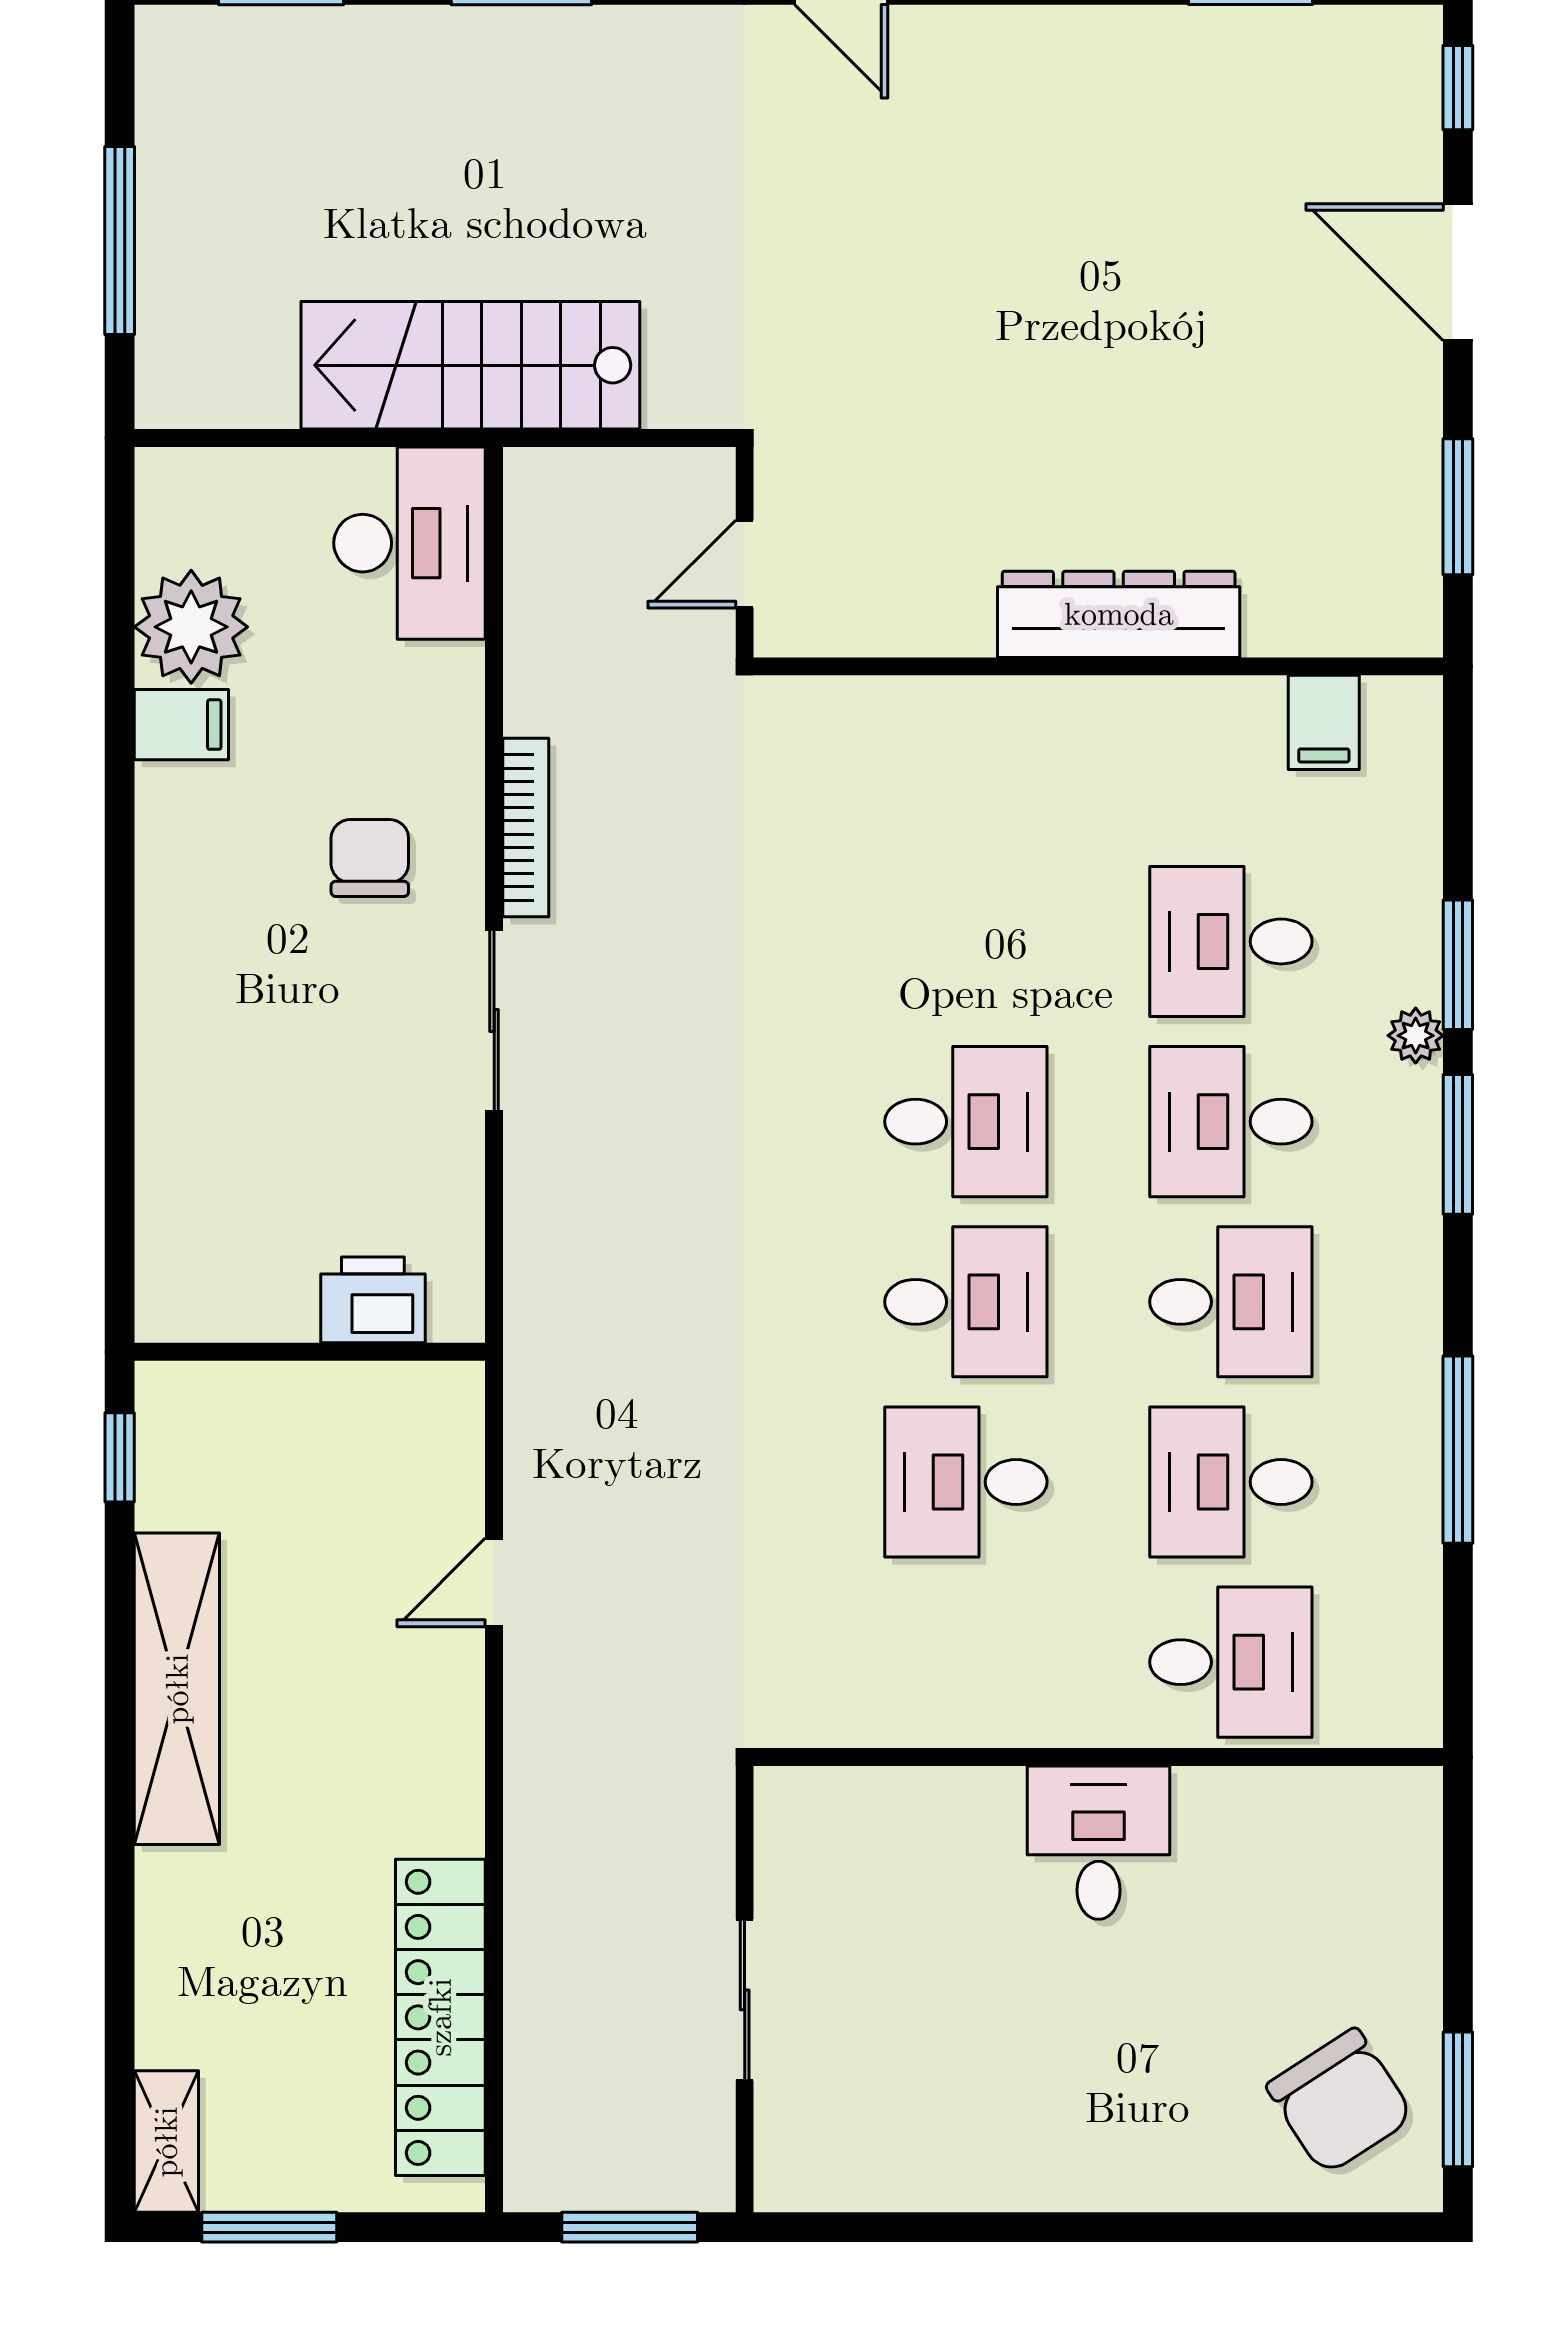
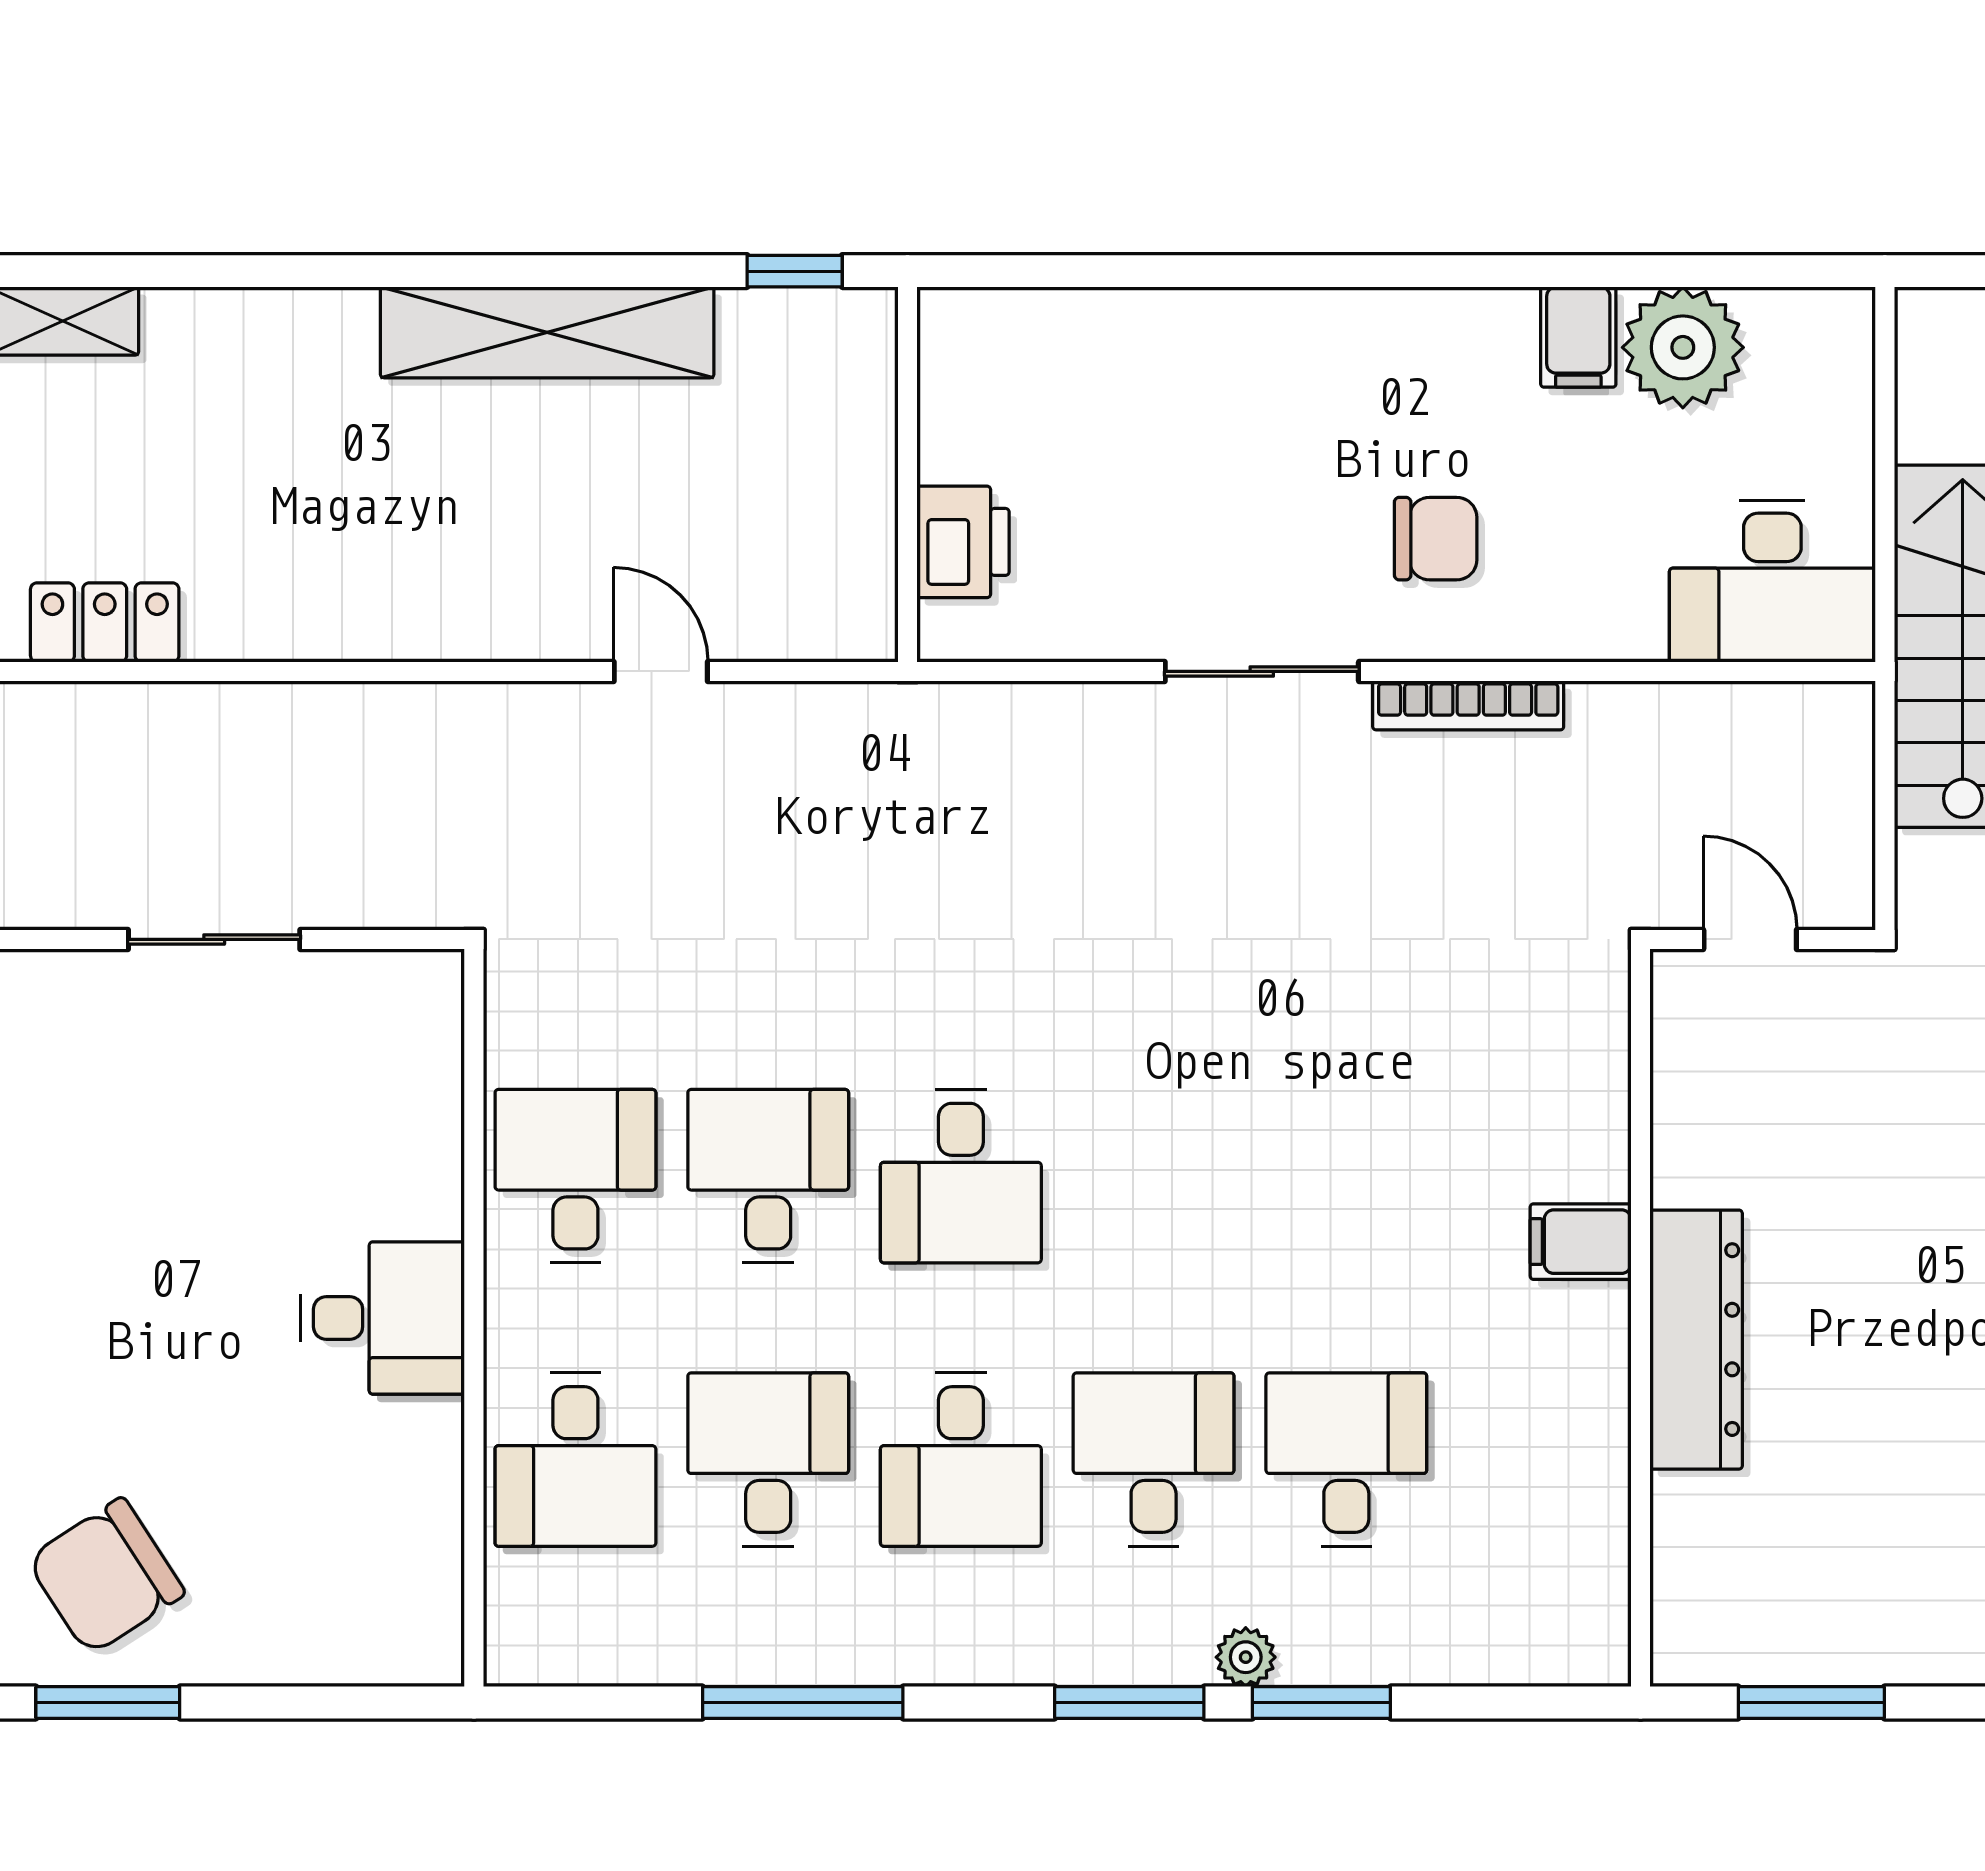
filing cabinet: (1324, 722) -> (1581, 1242), moved
desk: (966, 1122) -> (575, 1176), moved, turned 180
locker: (440, 2017) -> (105, 622), width x0.46, depth x0.83

